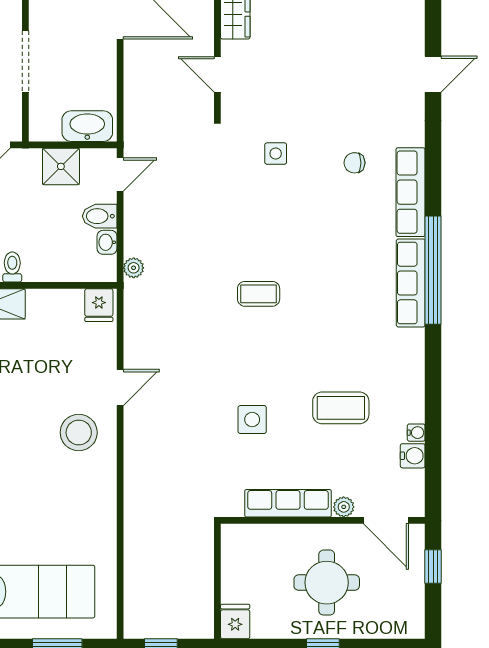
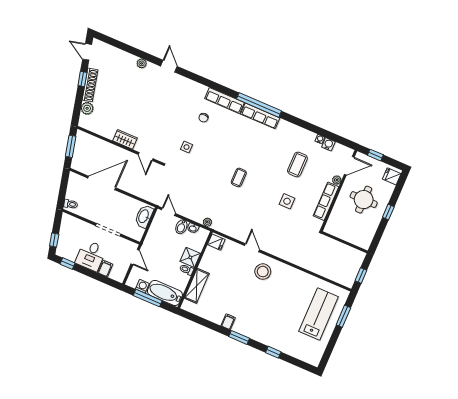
door: (217, 74) -> (146, 157), hinge flipped
door: (433, 74) -> (169, 66), moved
shower: (61, 166) -> (190, 257), moved
fridge: (235, 622) -> (392, 176), moved

